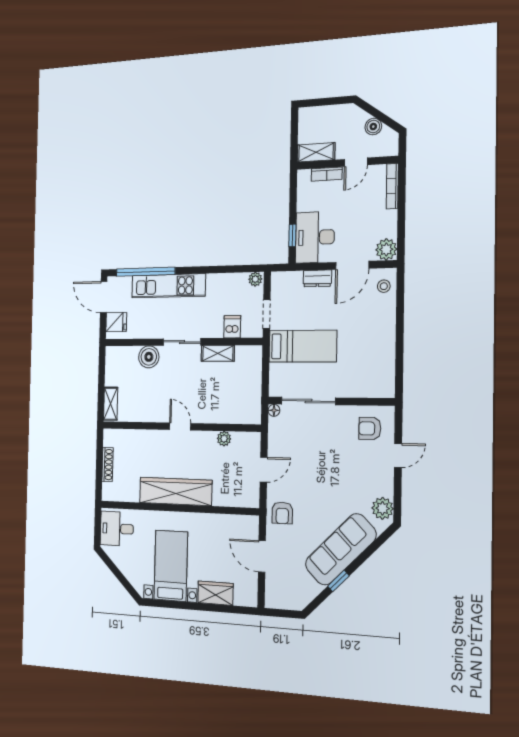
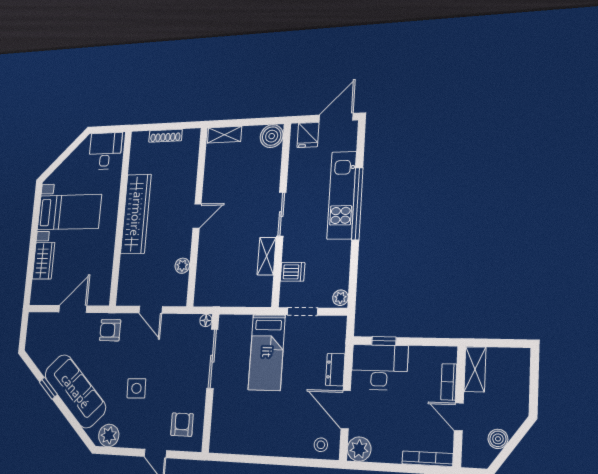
window: (146, 272) -> (357, 204), moved
boiler: (149, 357) -> (272, 136), moved
side table: (337, 480) -> (136, 388), added

